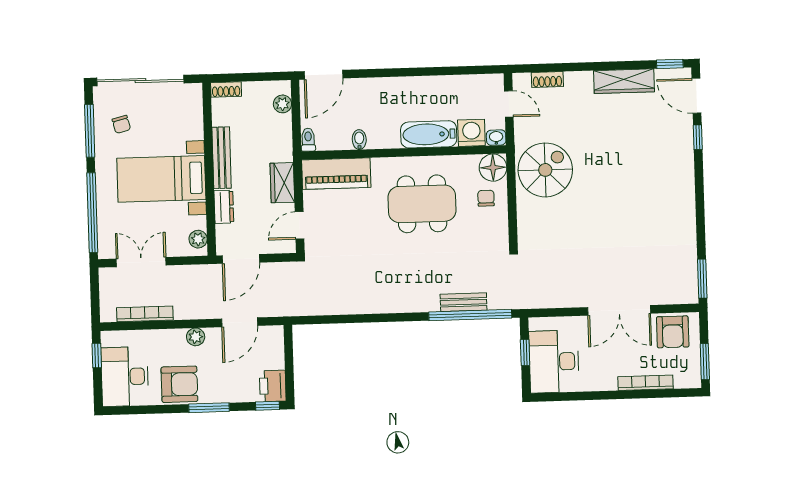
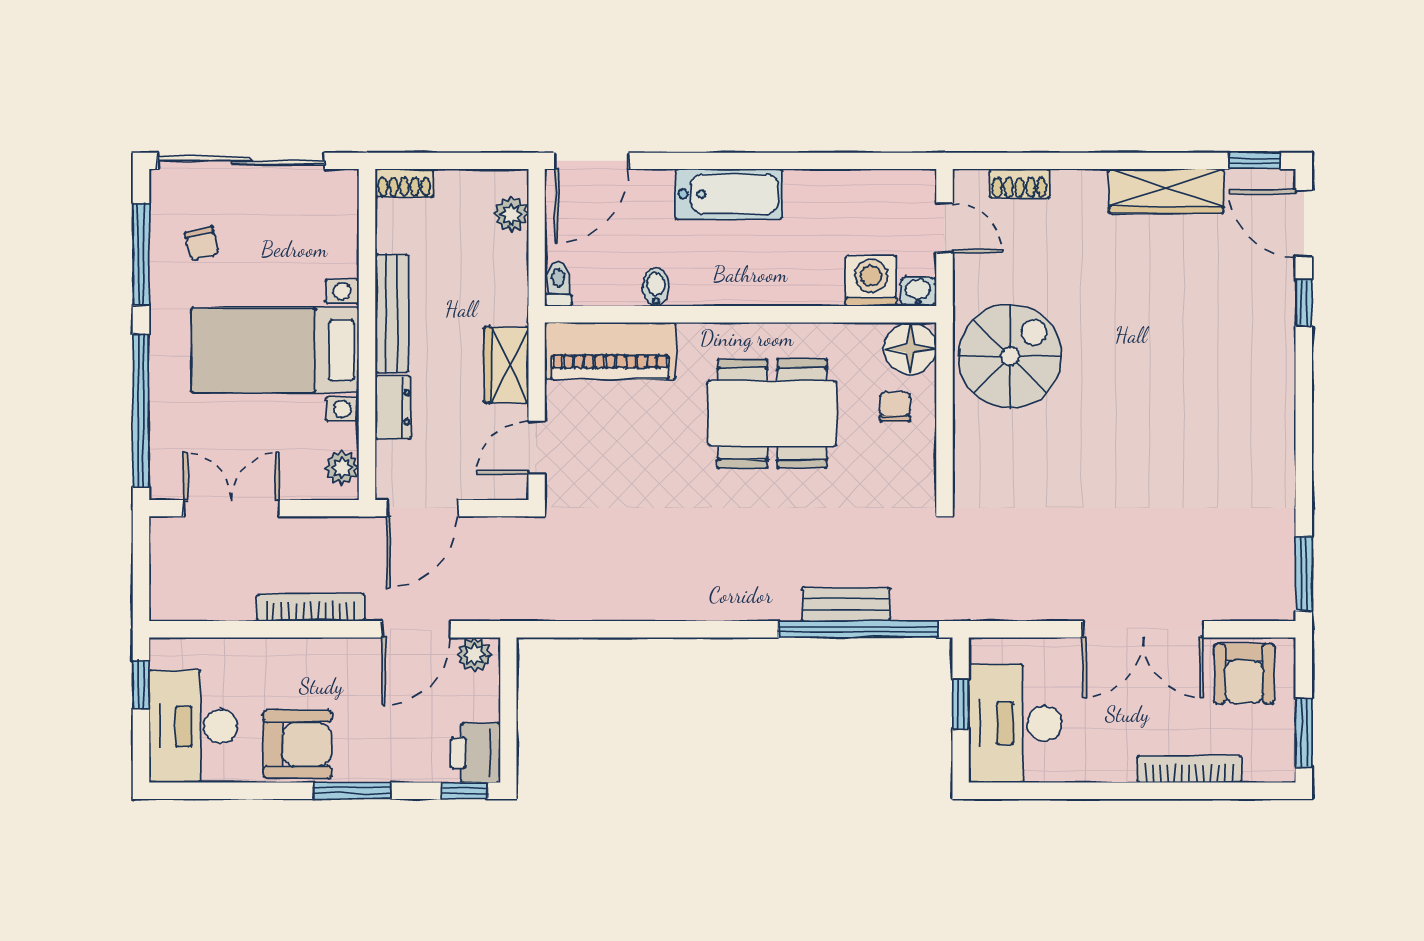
bathtub: (429, 134) -> (729, 194), moved, turned 180
bookcase: (145, 314) -> (311, 607), moved
plant: (196, 337) -> (474, 655), moved

